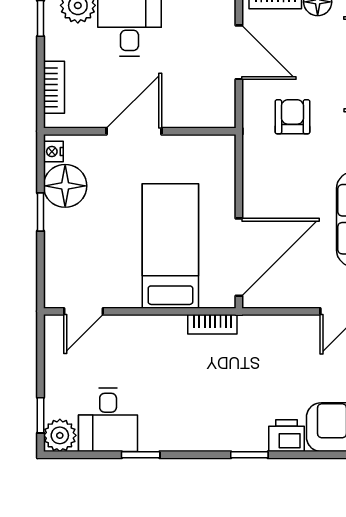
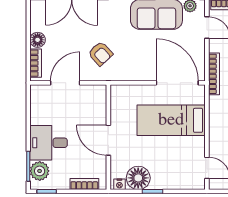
armchair: (292, 117) -> (100, 54), turned -133
bookcase: (212, 324) -> (214, 74), moved, width x1.56

